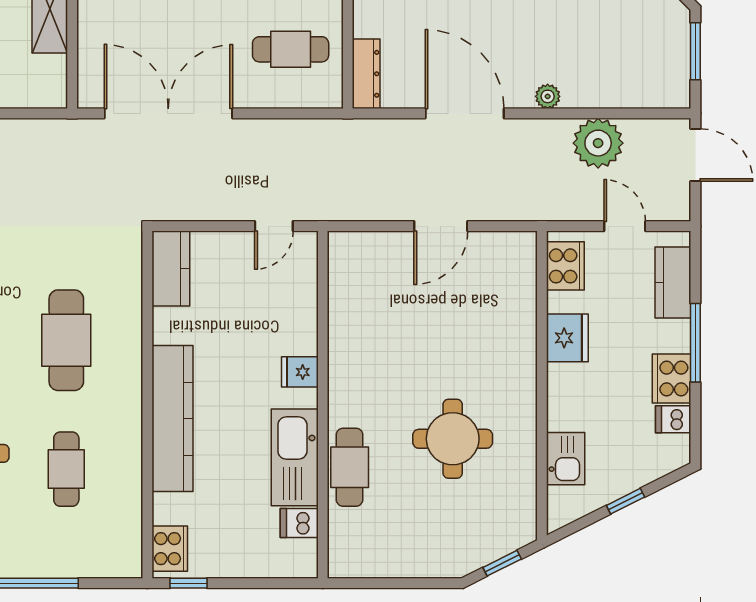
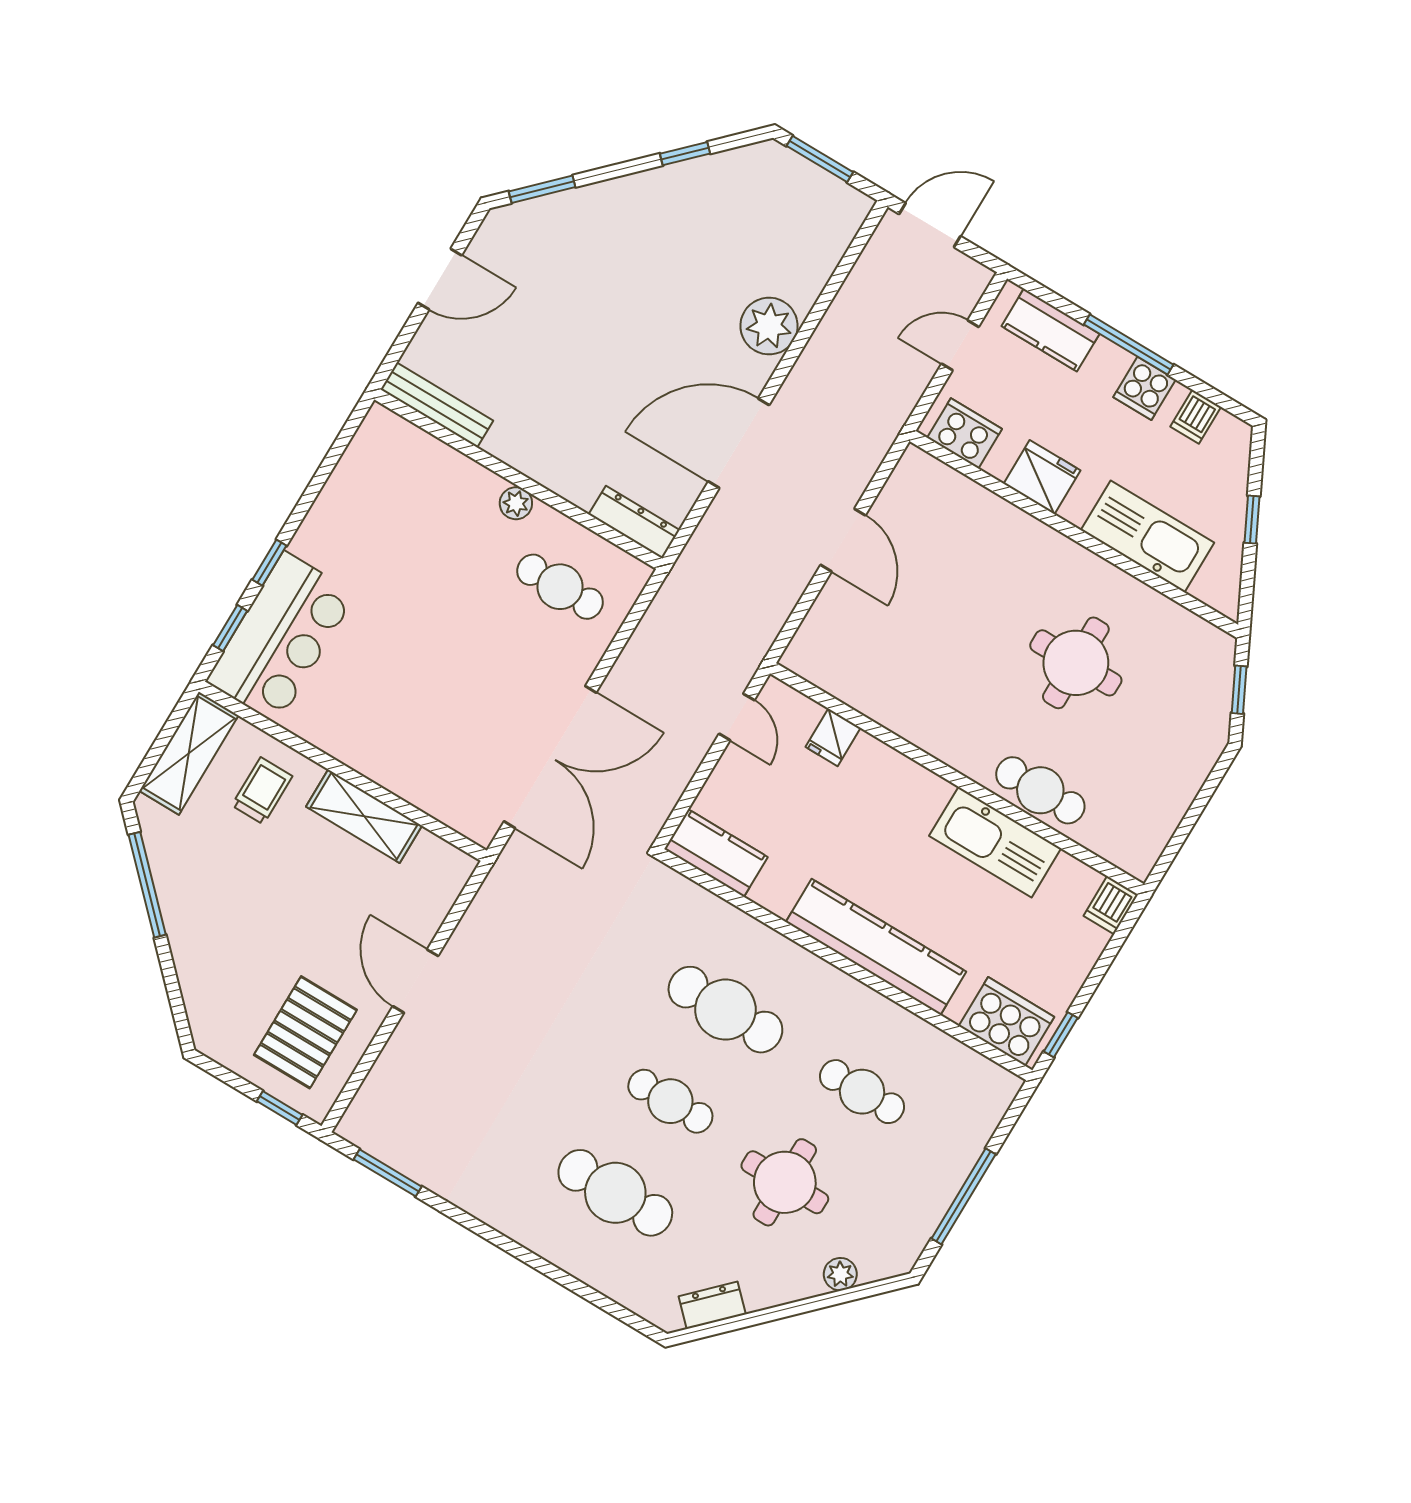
cafe table: (291, 49) -> (560, 587), turned 90
plant: (548, 96) -> (769, 326), width x1.88, depth x1.88
double door: (168, 113) -> (550, 757), swing flipped
plant: (598, 143) -> (855, 321), removed
fridge: (300, 372) -> (833, 737), moved
cooker: (672, 379) -> (1144, 388), width x0.73
kitchen sink: (566, 459) -> (1148, 536), width x1.88, depth x1.24
dishwasher: (299, 523) -> (1111, 905), moved
cooker: (170, 549) -> (1007, 1021), width x1.37, depth x1.31

